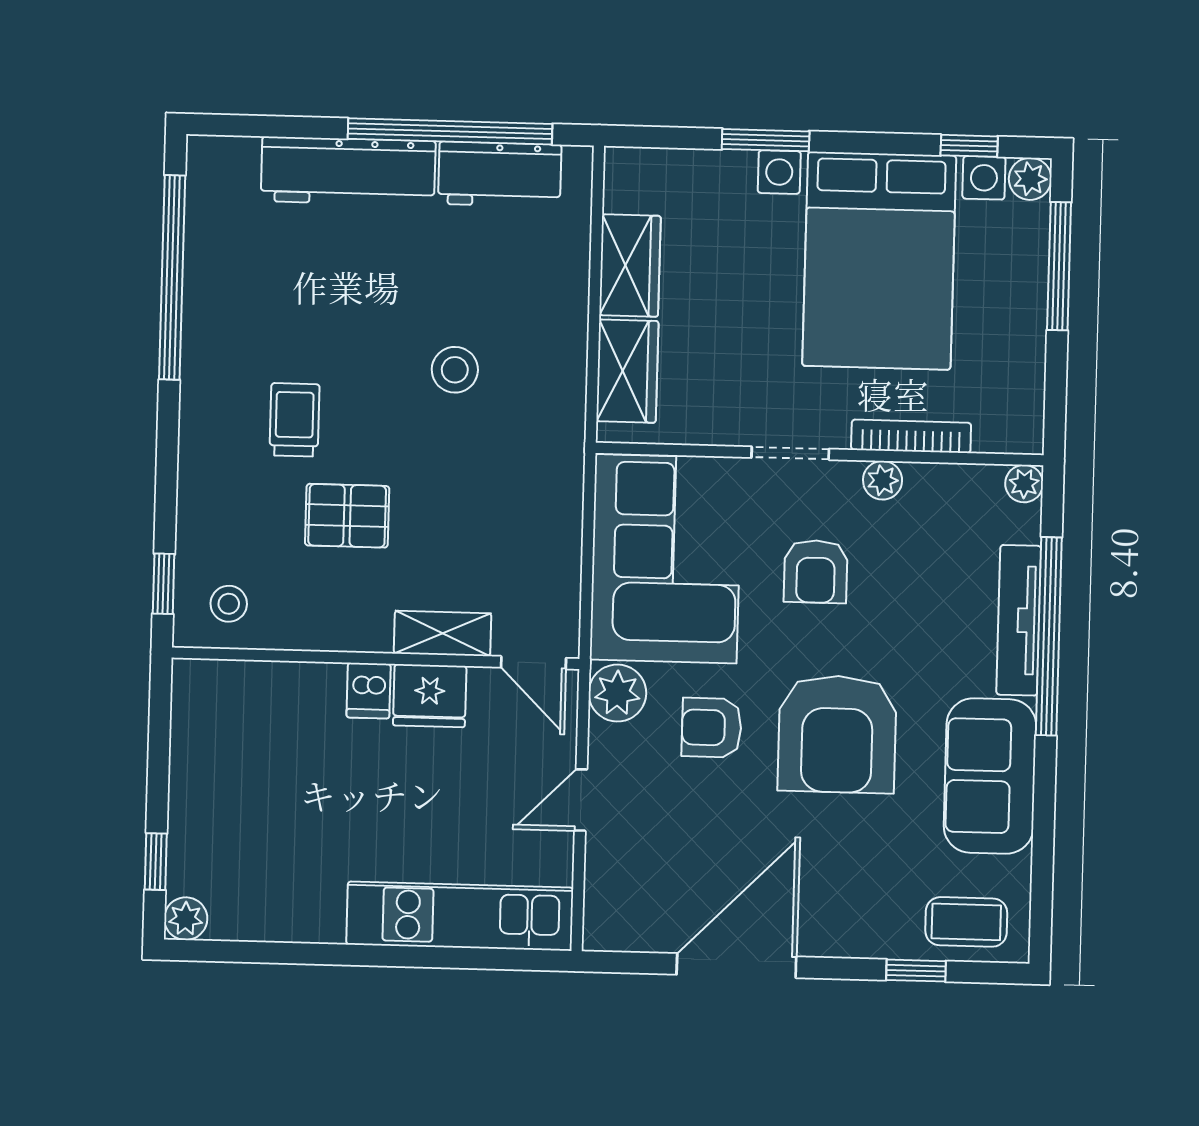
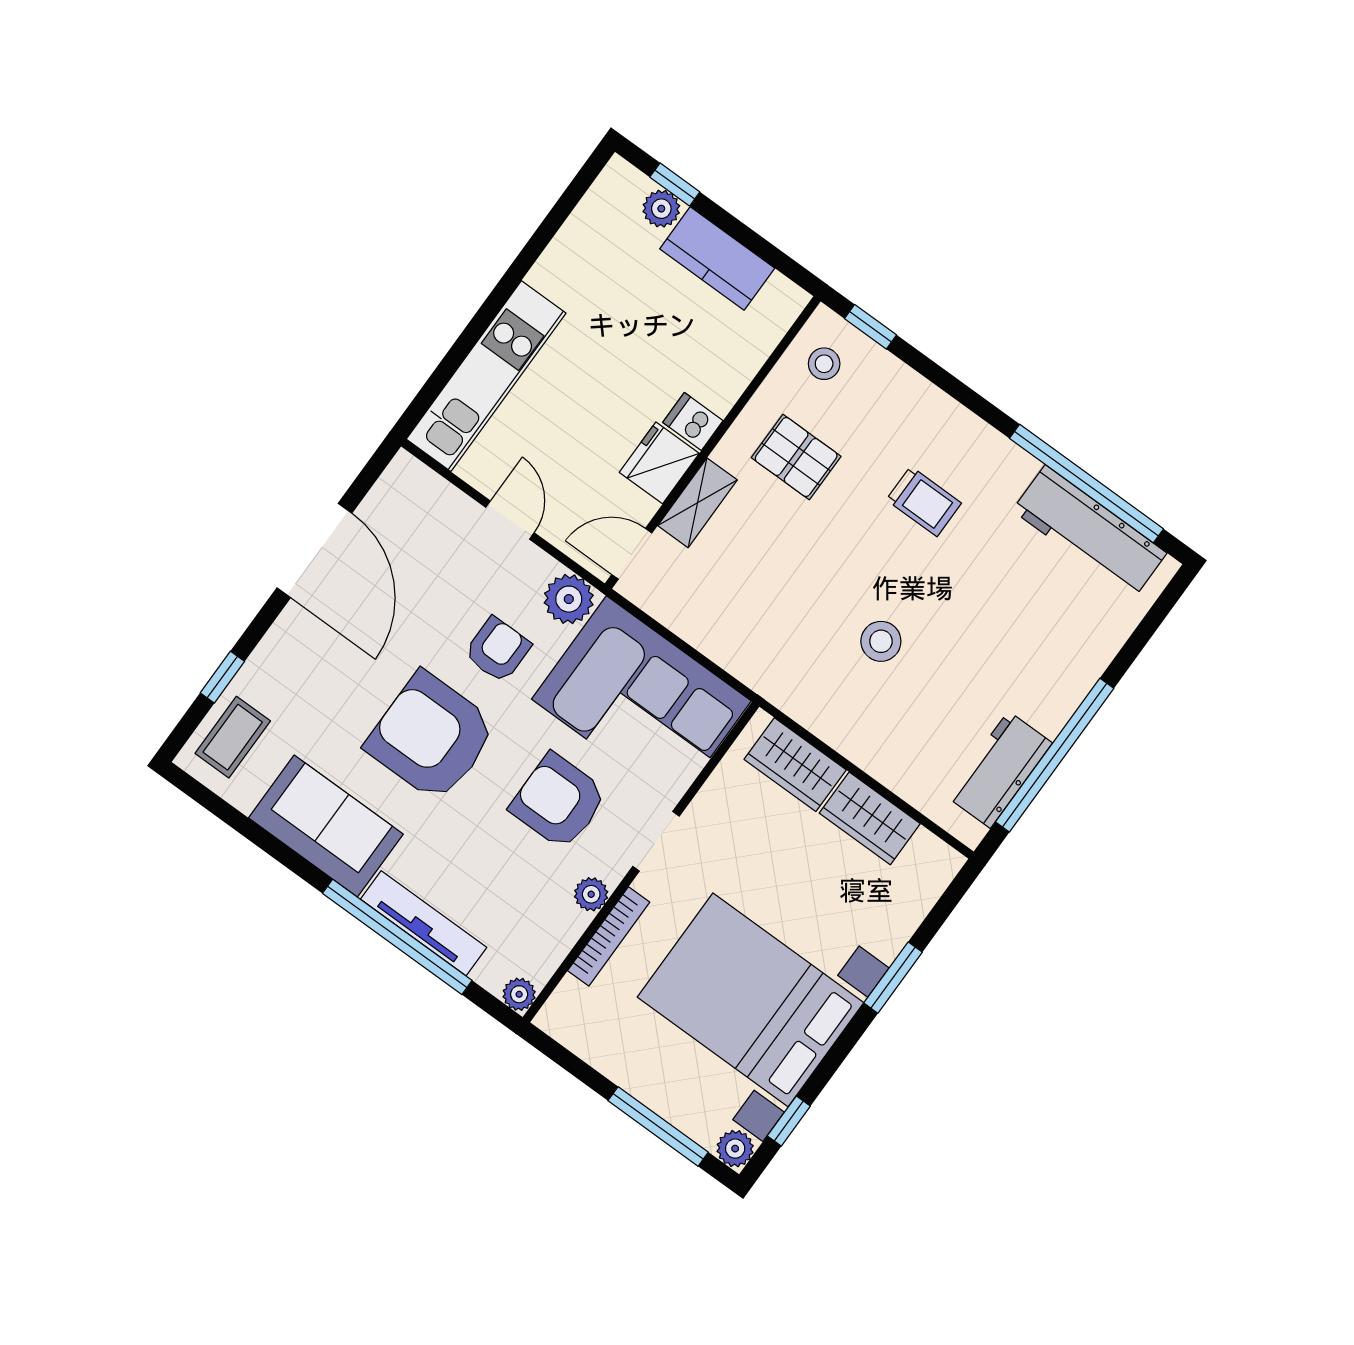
workbench: (348, 171) -> (1089, 532), moved, turned -90
pallet: (347, 516) -> (796, 457), moved, turned 90
armchair: (816, 572) -> (559, 801), width x1.38, depth x1.38
kitchen counter: (198, 773) -> (717, 258), added
plant: (186, 919) -> (661, 209), moved

